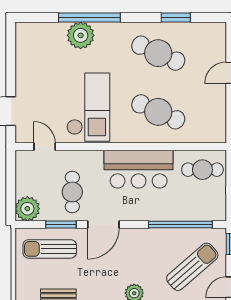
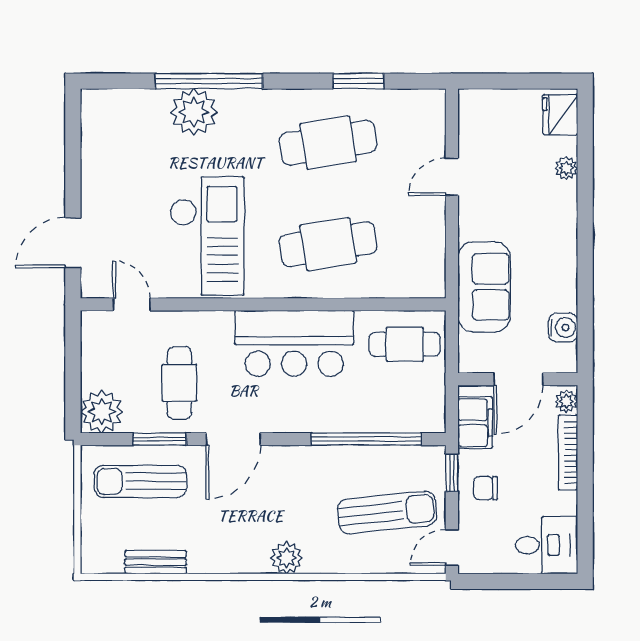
cafe table: (158, 53) -> (328, 143), turned -33
cafe table: (158, 112) -> (328, 244), turned -33
sun lounger: (192, 267) -> (387, 512), turned 35

